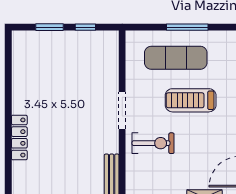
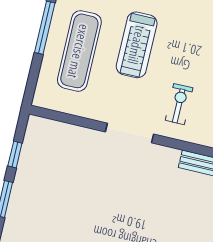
exercise bike: (153, 143) -> (179, 104), width x0.73, depth x0.72

